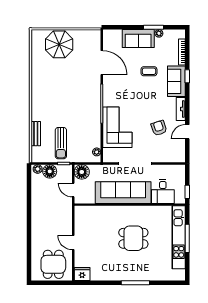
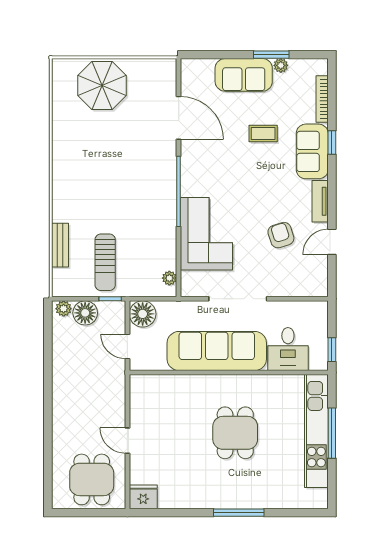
dining table: (133, 238) -> (235, 433), turned 90

